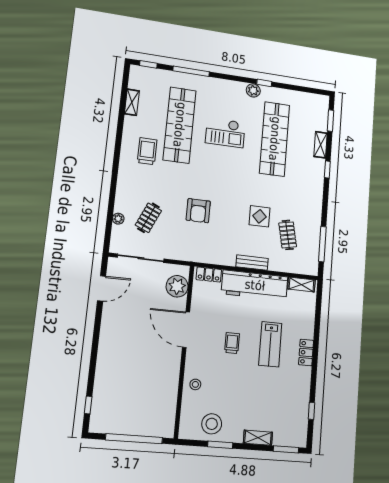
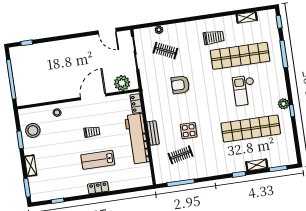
shelving: (302, 285) -> (147, 173), removed

